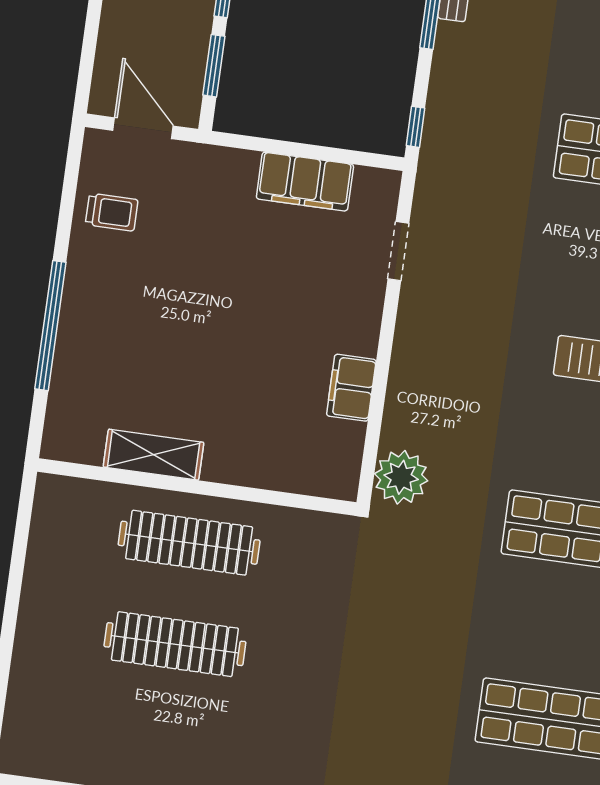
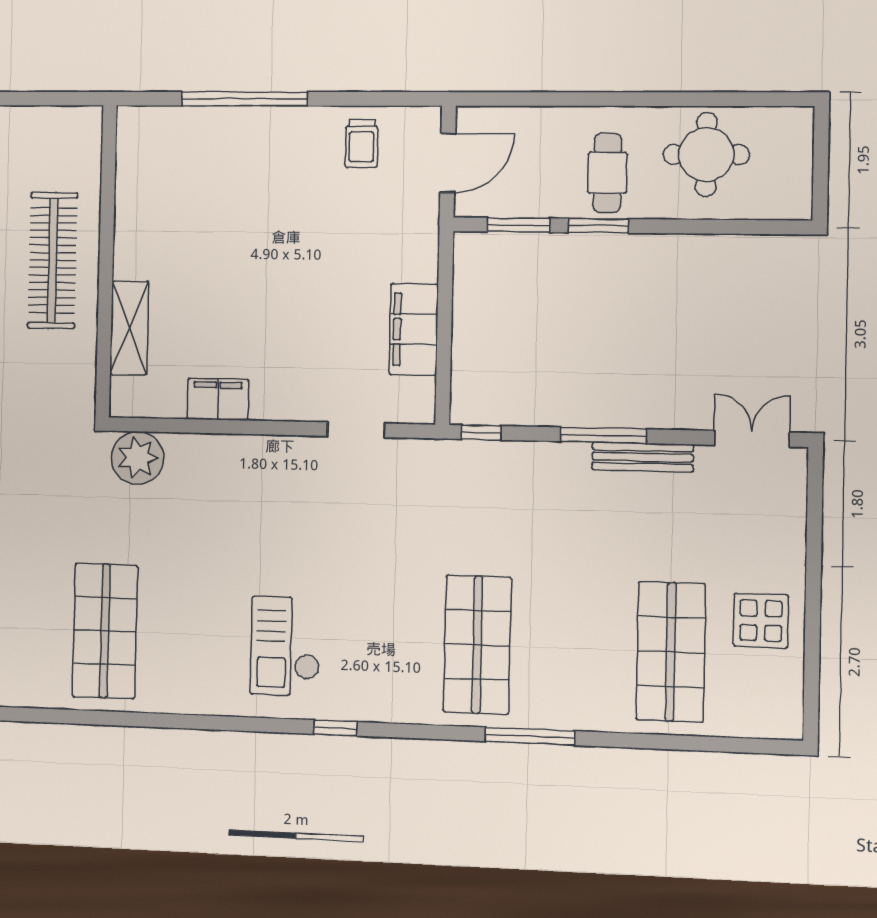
shelving: (154, 455) -> (129, 328), moved

